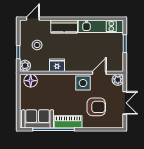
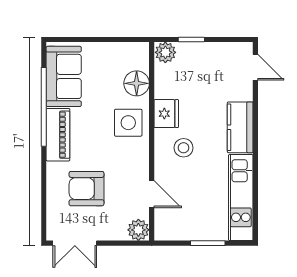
stool: (37, 45) -> (184, 148), moved
floor lamp: (31, 81) -> (137, 83), moved
side table: (83, 83) -> (128, 123), moved
double door: (125, 103) -> (75, 243), moved
armchair: (96, 107) -> (86, 189), turned 90

